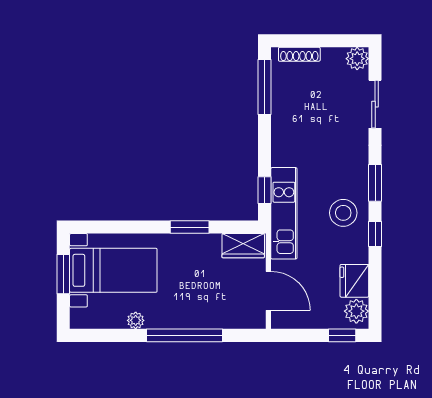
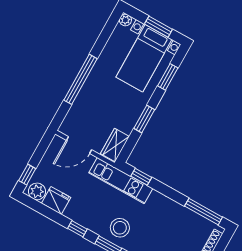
stool: (343, 213) -> (120, 228), moved
window: (120, 227) -> (168, 77), added
plant: (136, 320) -> (125, 20), moved

